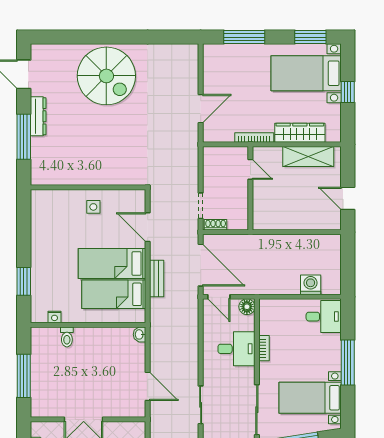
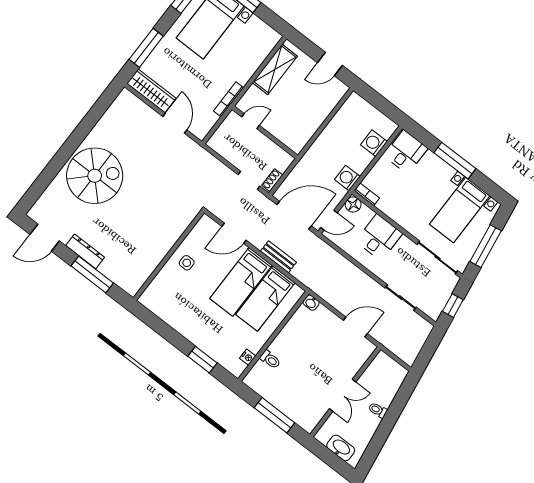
wardrobe: (300, 133) -> (151, 91), moved, turned 90
washing machine: (265, 285) -> (347, 178), added
bookcase: (264, 348) -> (367, 194), moved

